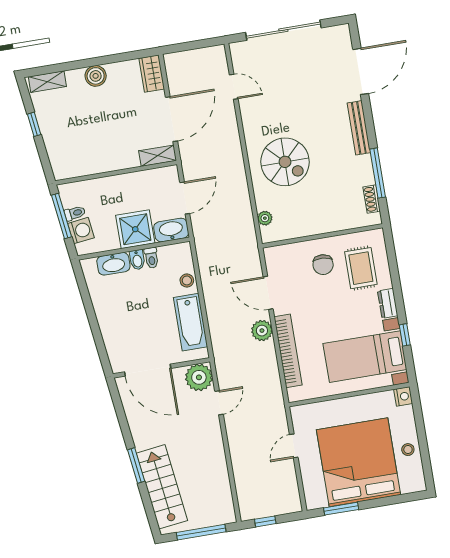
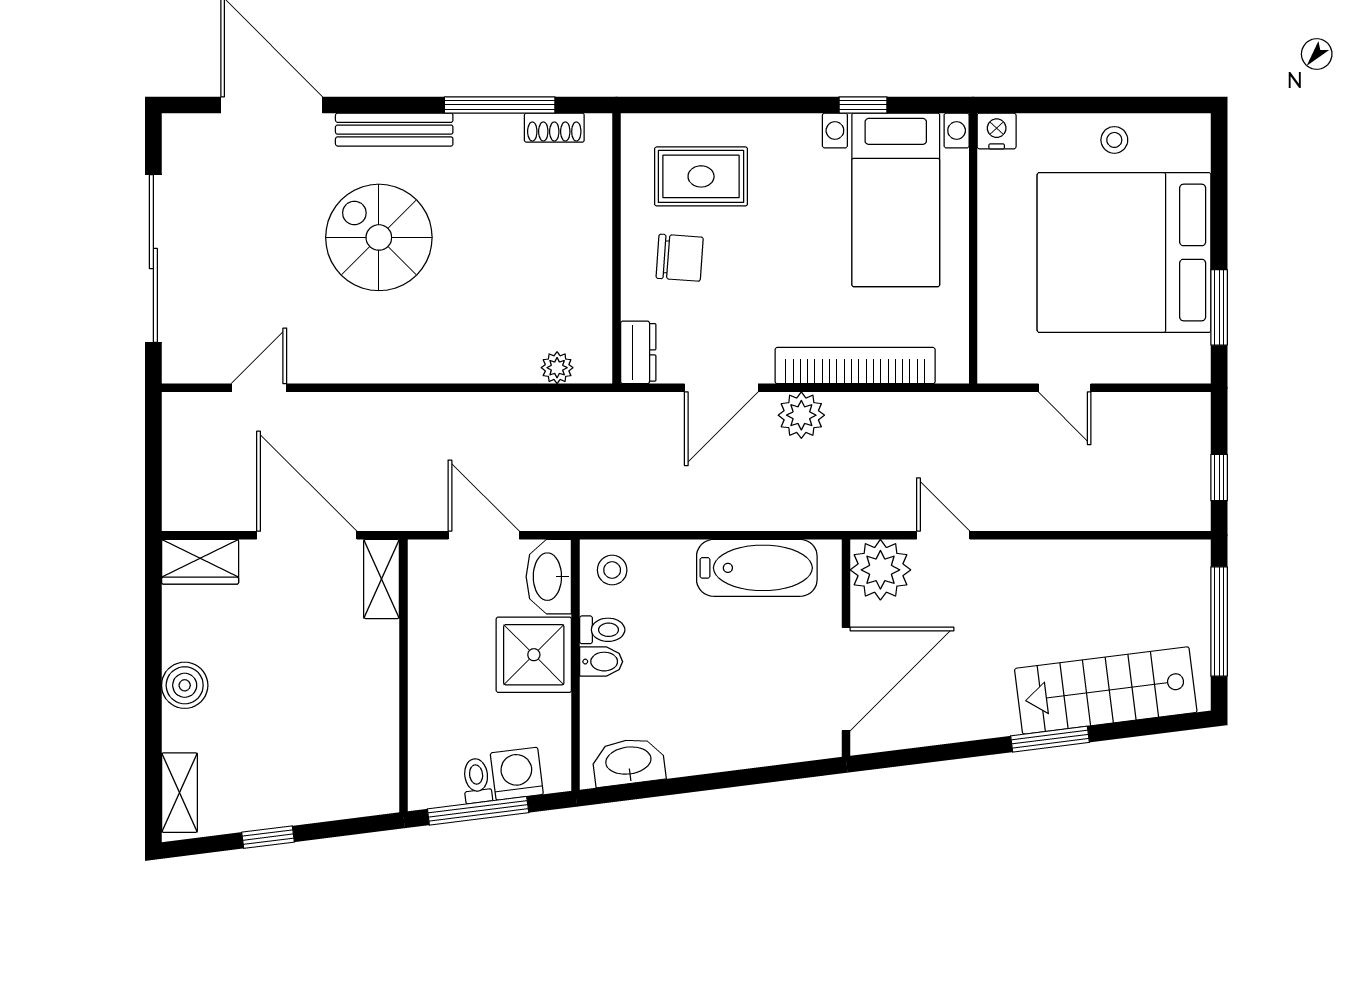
spiral stairs: (285, 162) -> (379, 237), moved, turned -90
washbasin: (113, 264) -> (629, 762), moved, turned -97
stool: (187, 280) -> (612, 570), moved
dresser: (388, 303) -> (638, 352), moved, turned -90

